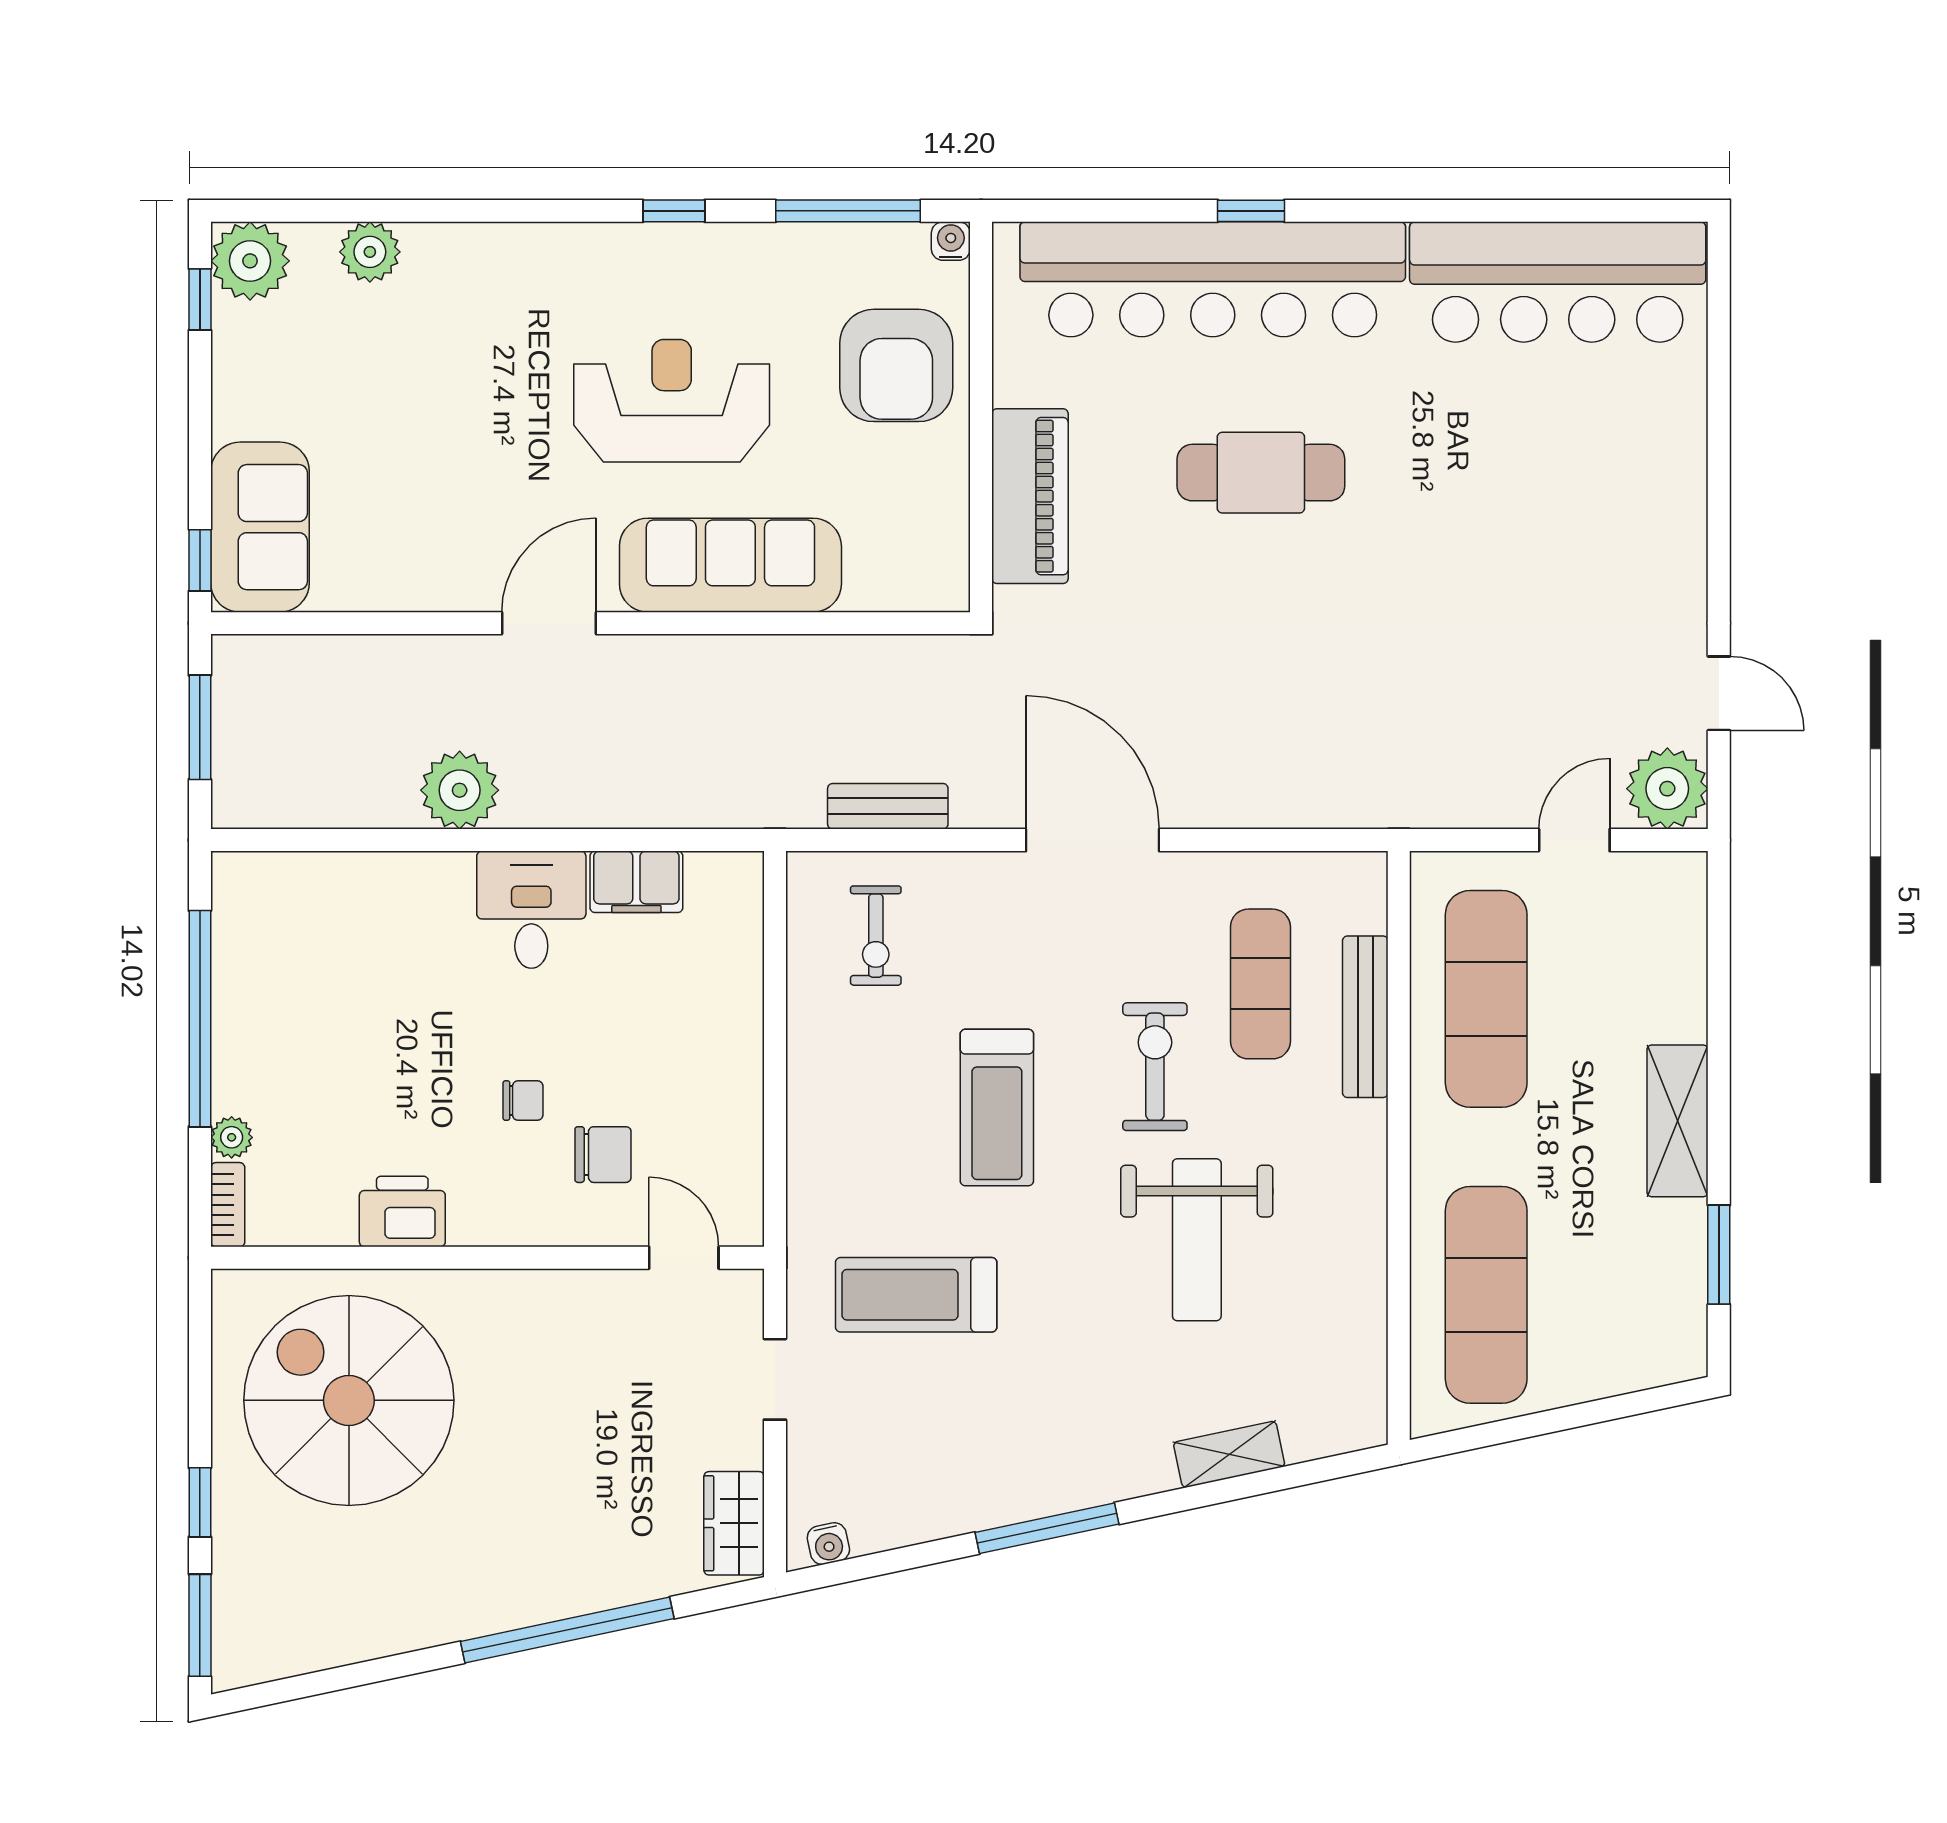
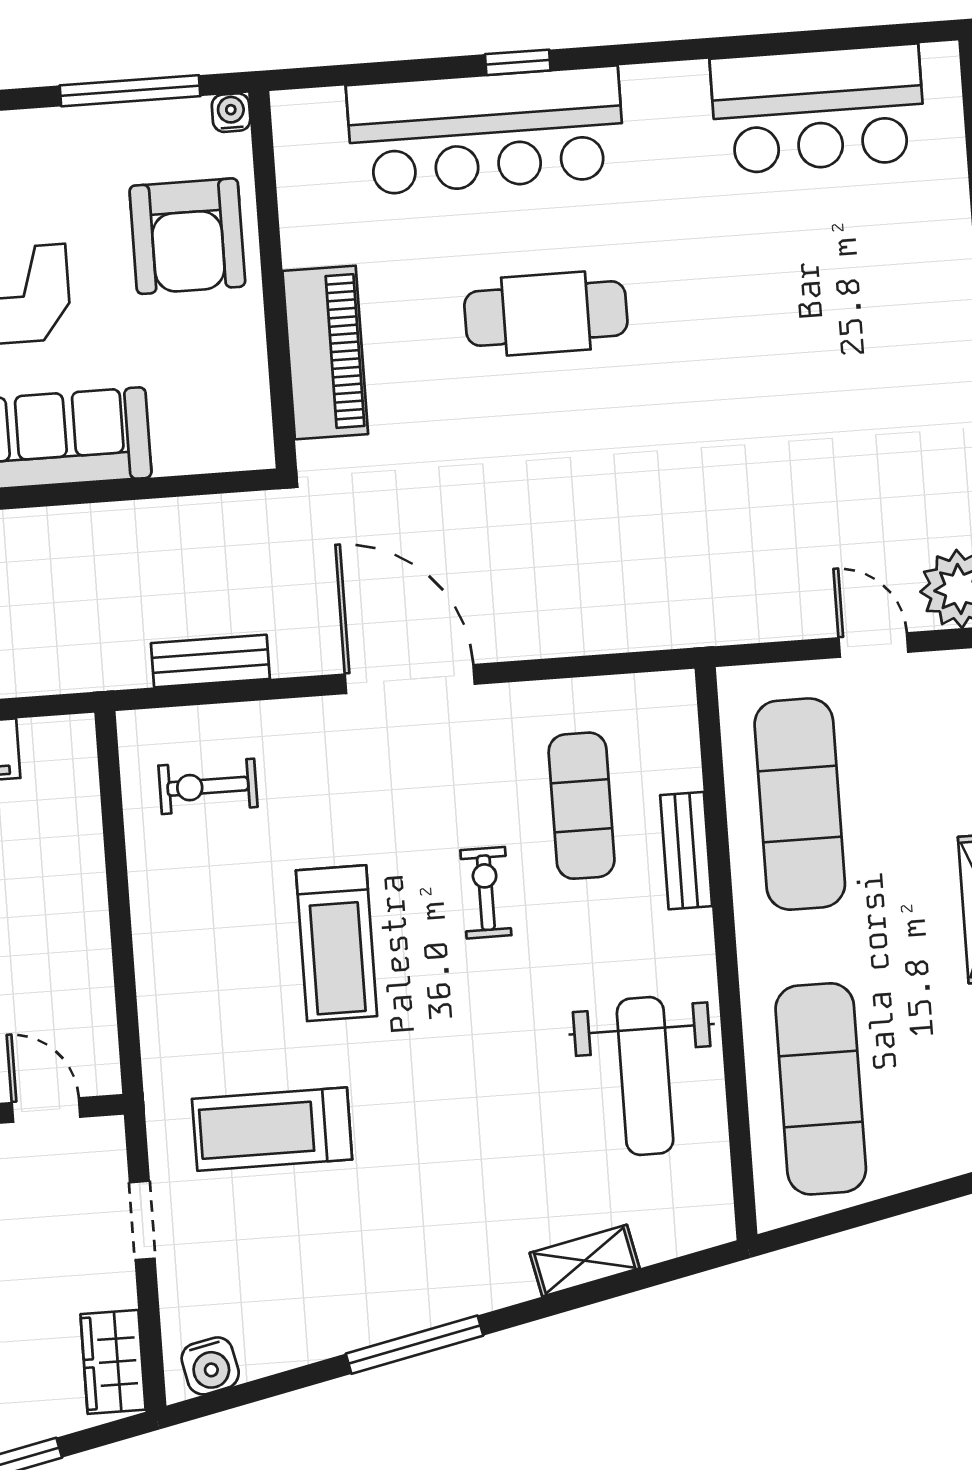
bar counter: (1213, 279) -> (486, 131), width x0.73
bar counter: (1558, 282) -> (818, 109), width x0.73
door: (1574, 840) -> (873, 645), hinge flipped
exercise bike: (876, 936) -> (208, 786), turned 90
bench: (1365, 1017) -> (686, 851), width x0.73
exercise bike: (1155, 1067) -> (486, 893), width x0.73, depth x0.72
weight bench: (1197, 1240) -> (645, 1076), moved
water cooler: (828, 1544) -> (210, 1366), width x1.38, depth x1.38

